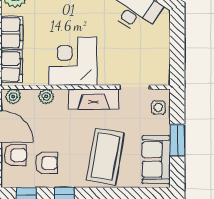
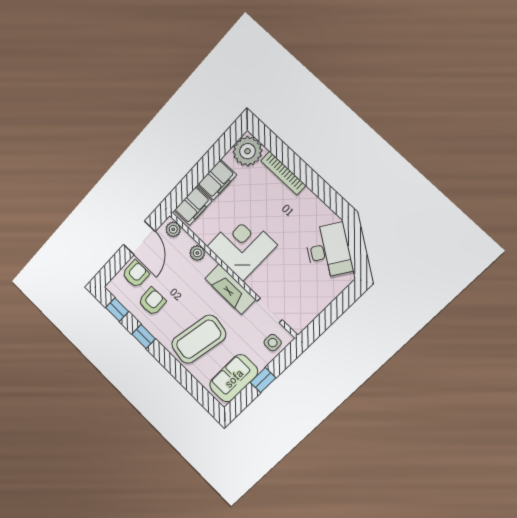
window: (177, 140) -> (263, 380), width x0.67
armchair: (16, 155) -> (136, 274), turned -91
armchair: (46, 163) -> (152, 301), turned -91

